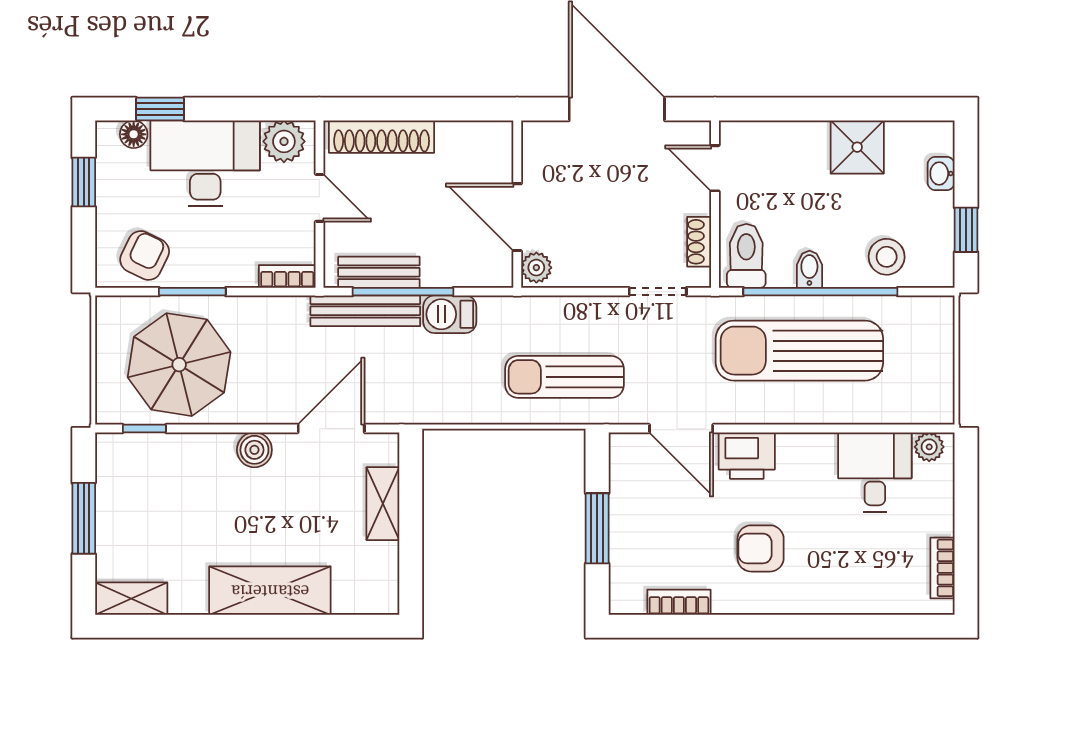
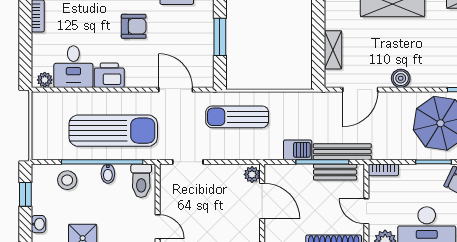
shoe rack: (699, 242) -> (166, 188), removed
sun lounger: (565, 377) -> (237, 117), turned 180
printer: (747, 456) -> (109, 75), moved

